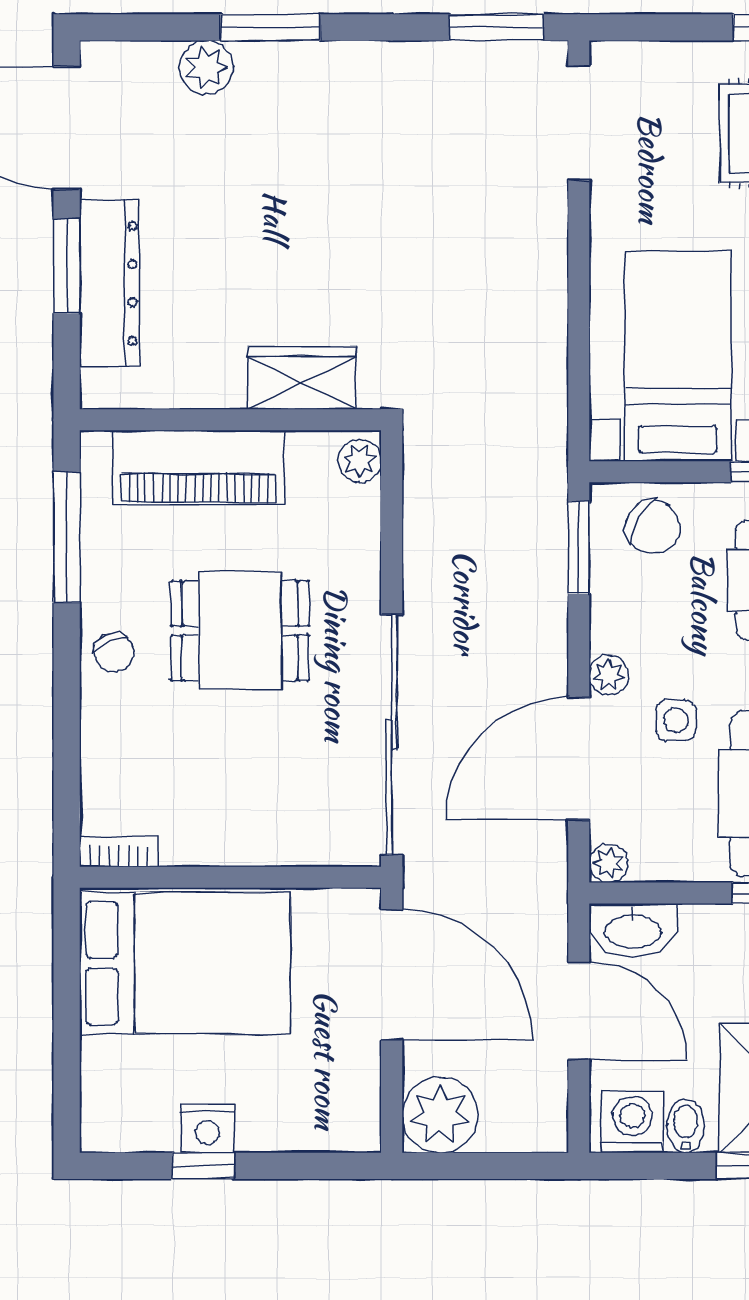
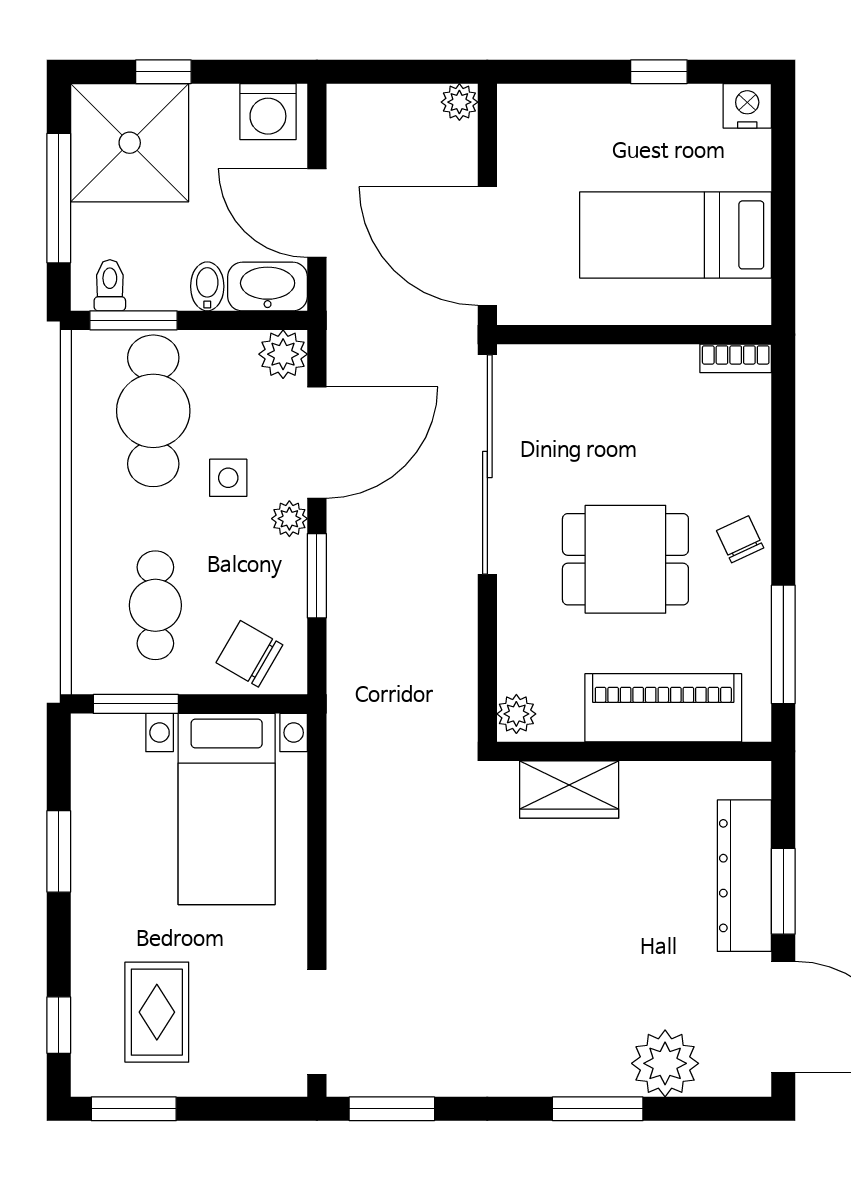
plant: (206, 67) -> (665, 1063), width x1.36, depth x1.36
window: (579, 548) -> (317, 576), moved
plant: (609, 863) -> (283, 354), width x1.38, depth x1.38
bed: (185, 963) -> (676, 235), width x0.67
plant: (440, 1115) -> (459, 102), width x0.53, depth x0.53
bidet: (686, 1126) -> (207, 286), moved, turned 180
nightstand: (207, 1128) -> (747, 106), moved

